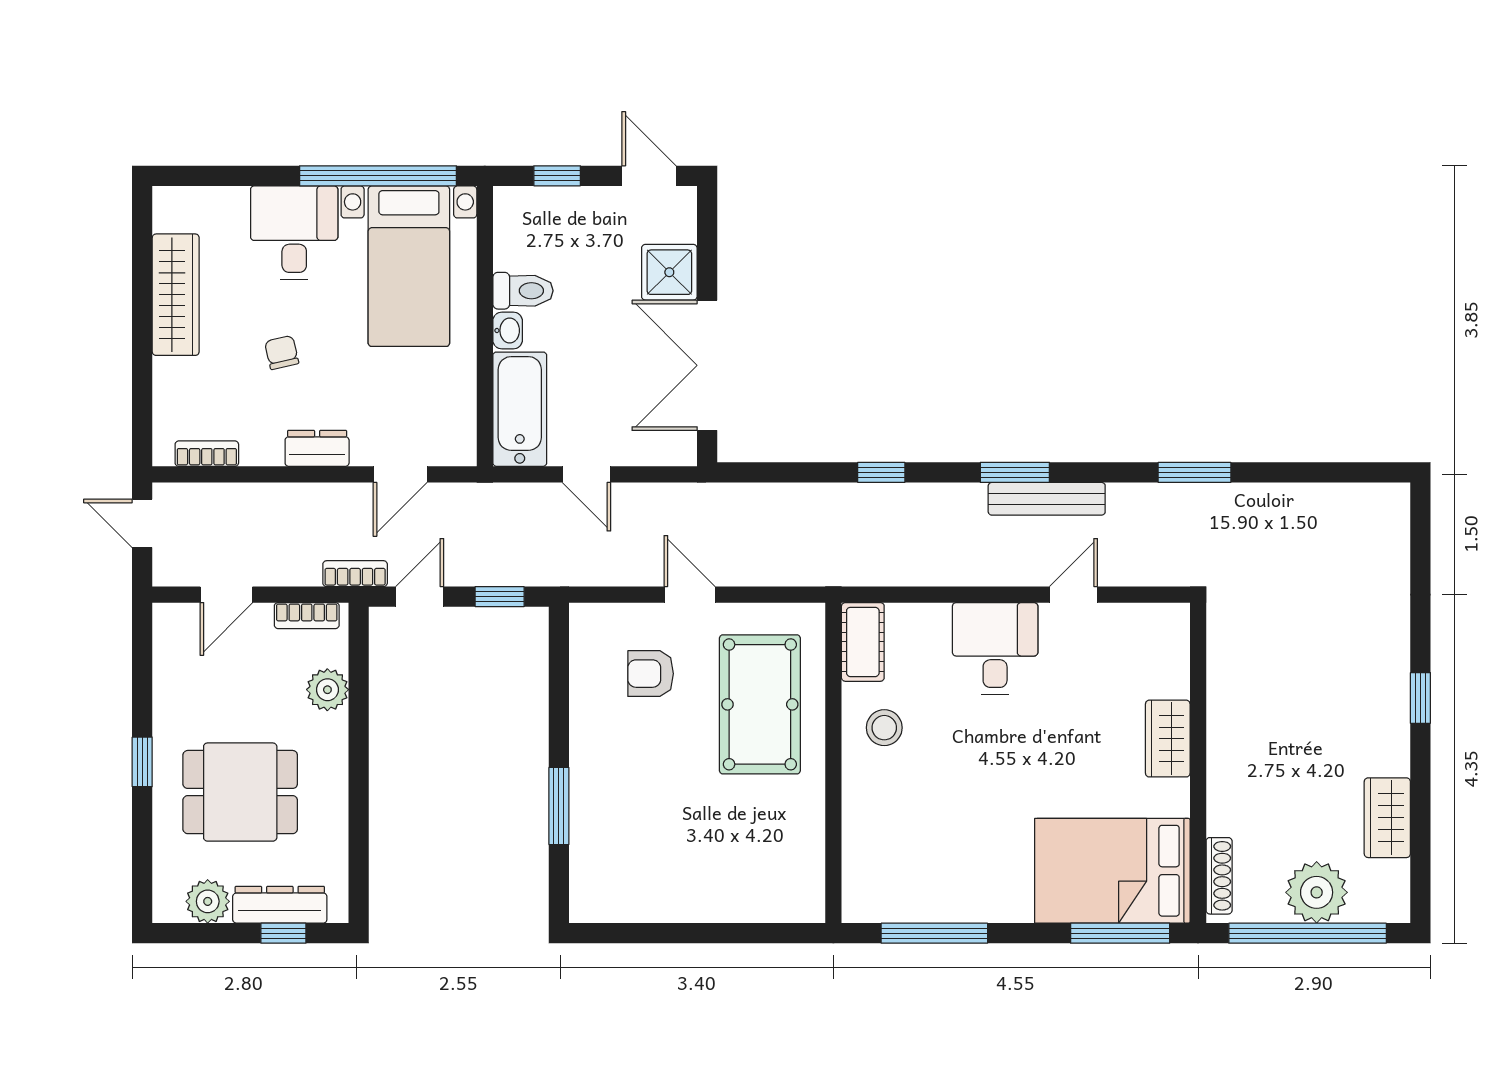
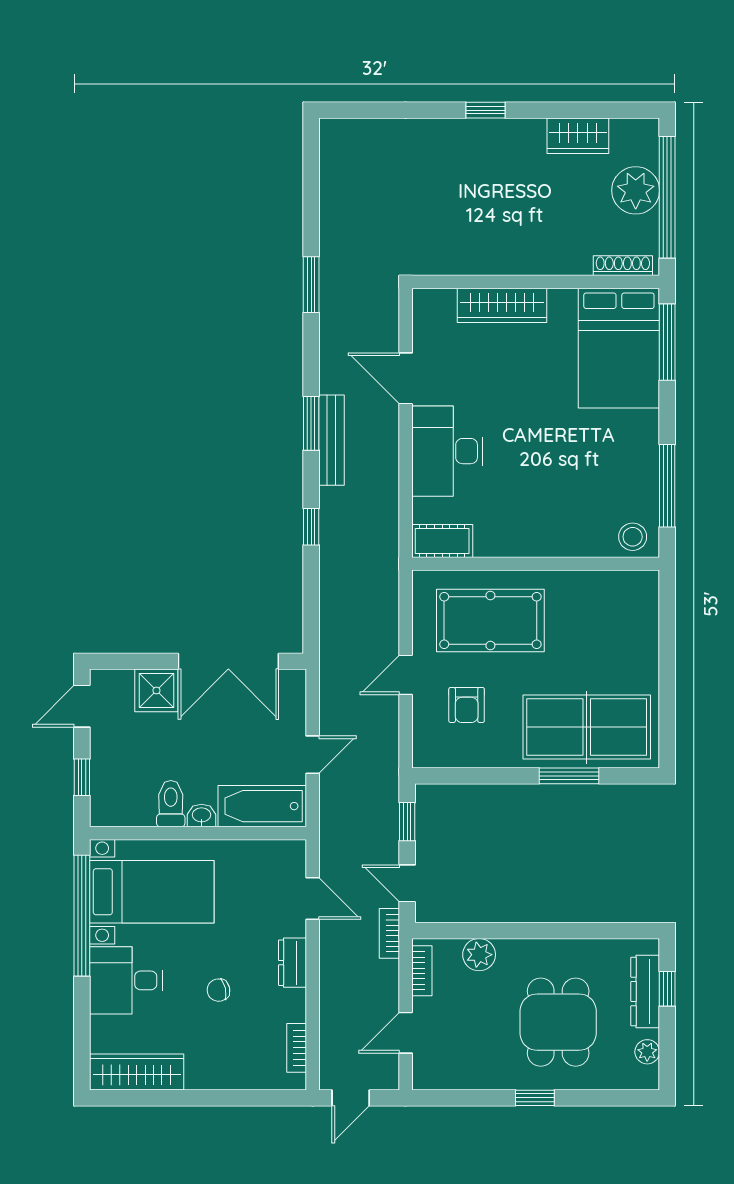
wardrobe: (176, 295) -> (137, 1072), moved
bench: (1047, 499) -> (332, 440), moved
door: (226, 595) -> (406, 1033), swing flipped
door: (1073, 595) -> (406, 378), width x1.38
desk: (995, 649) -> (447, 451), width x1.37
stool: (884, 728) -> (633, 537), moved
wardrobe: (1168, 739) -> (502, 305), width x1.50
table tennis table: (622, 829) -> (587, 727), added
plant: (208, 901) -> (647, 1052), width x0.73, depth x0.73

